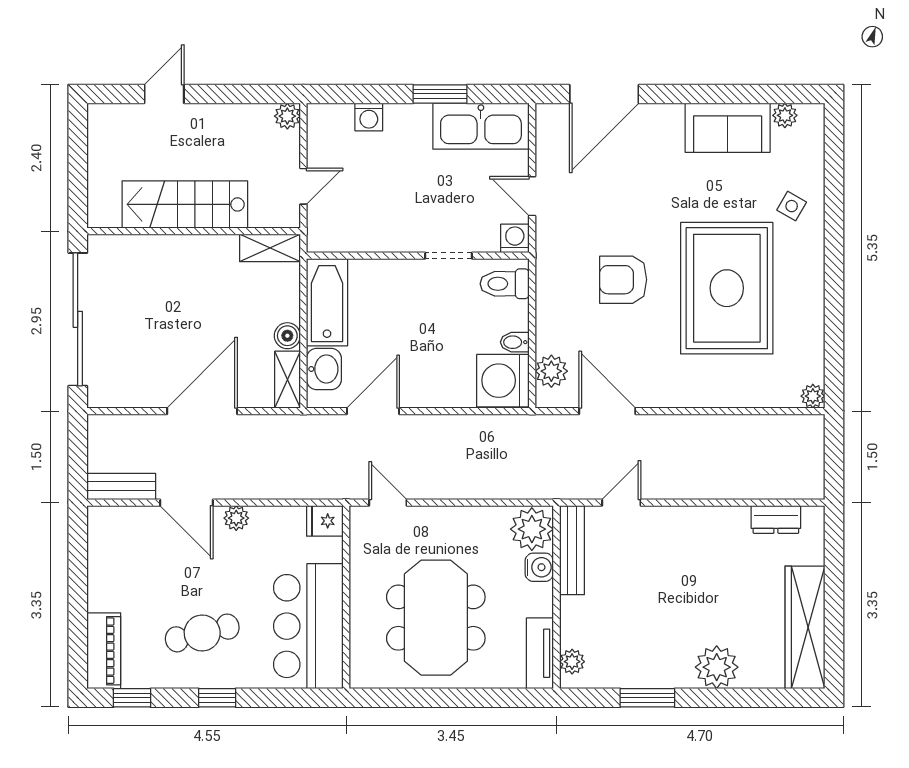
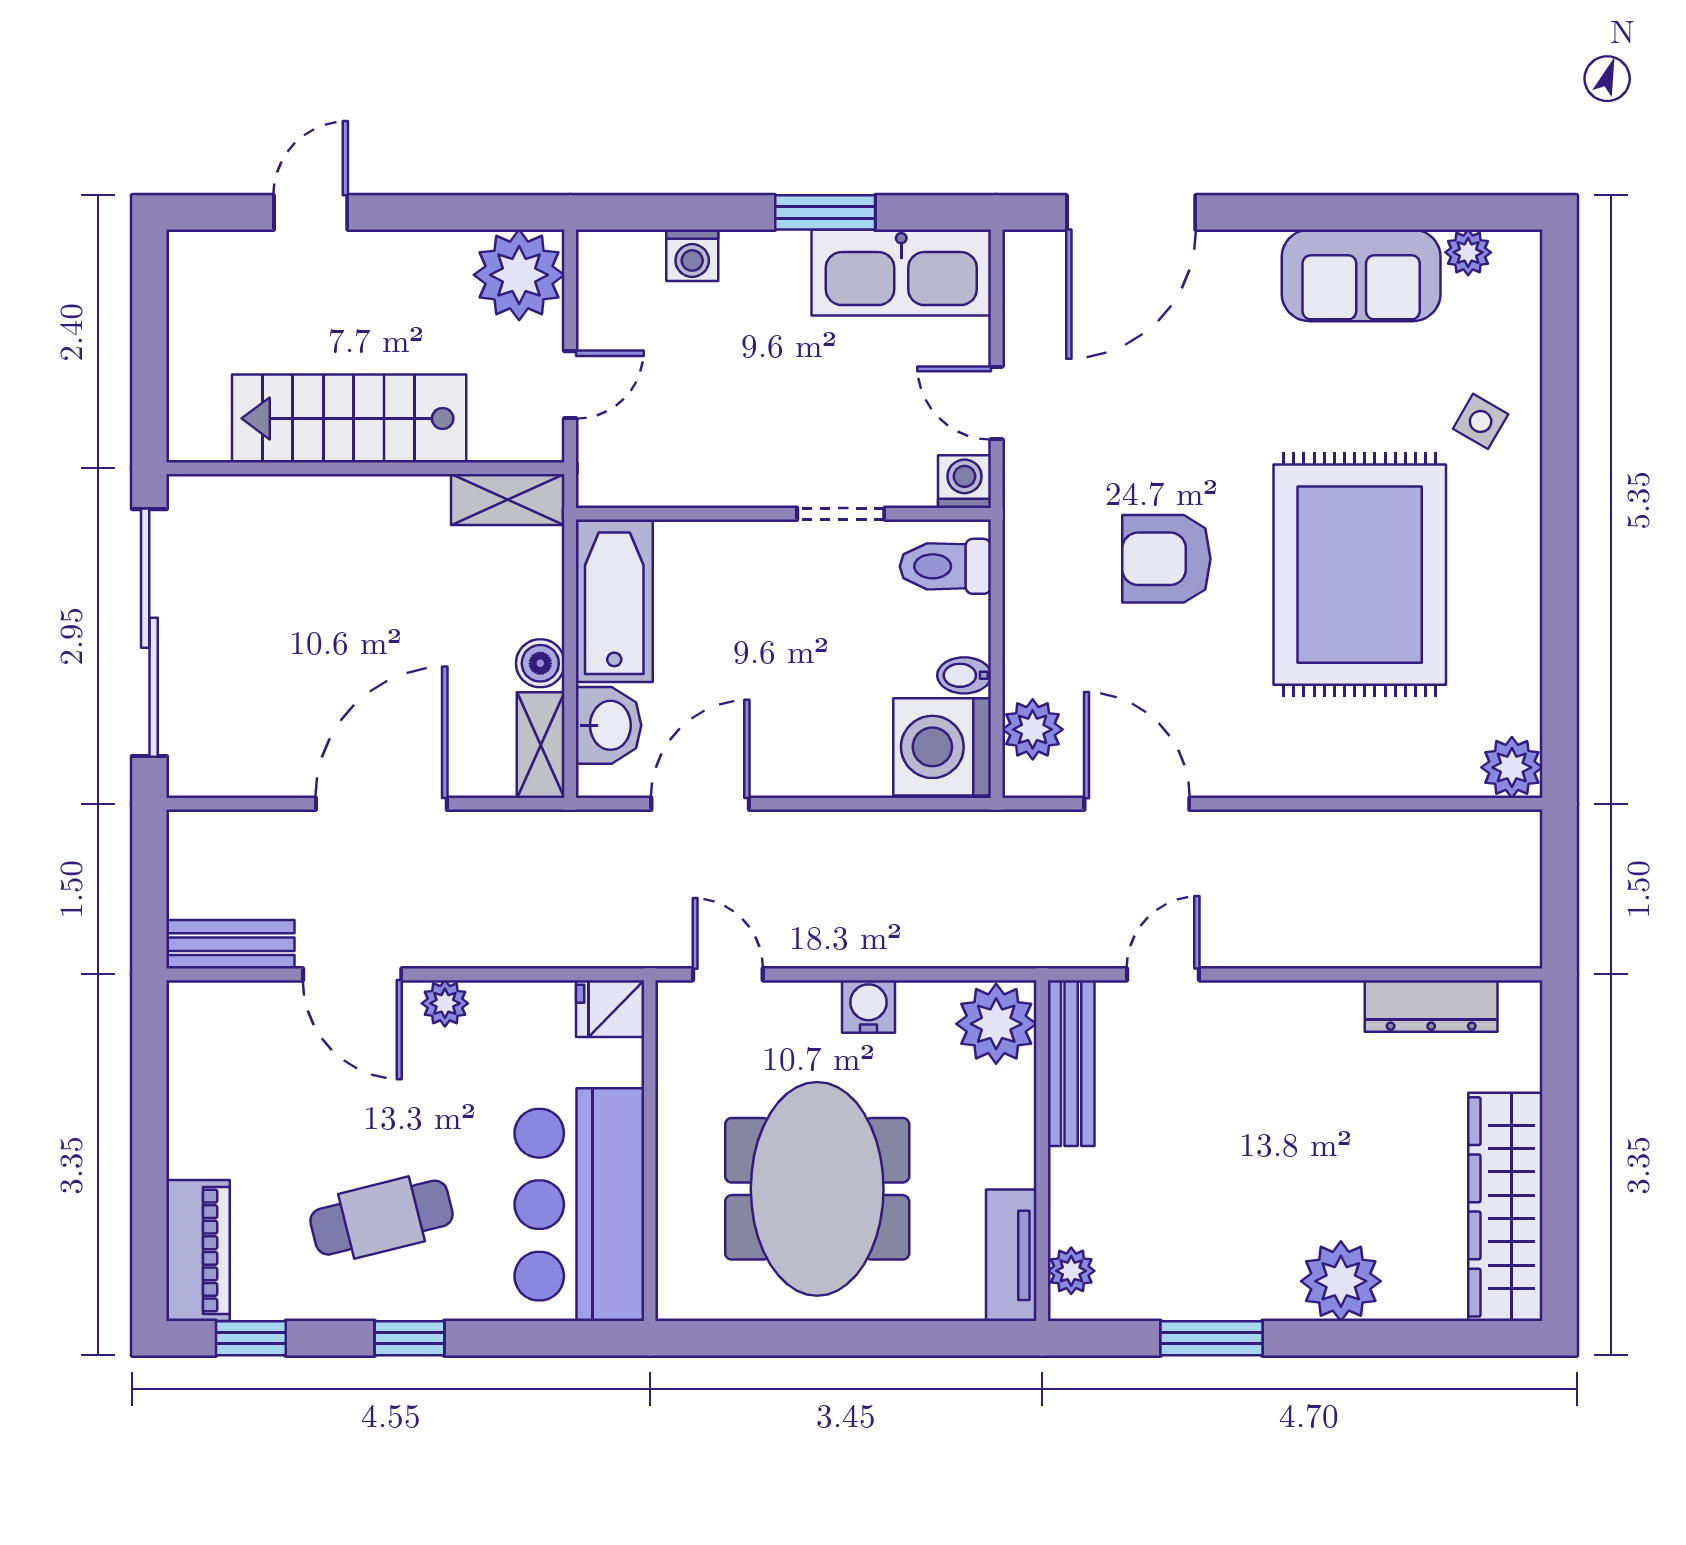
plant: (287, 116) -> (519, 275), width x1.87, depth x1.87
plant: (813, 396) -> (1512, 767), width x1.38, depth x1.38
dresser: (776, 520) -> (1431, 1006), width x1.44
water cooler: (539, 567) -> (869, 1006), moved, turned -90

